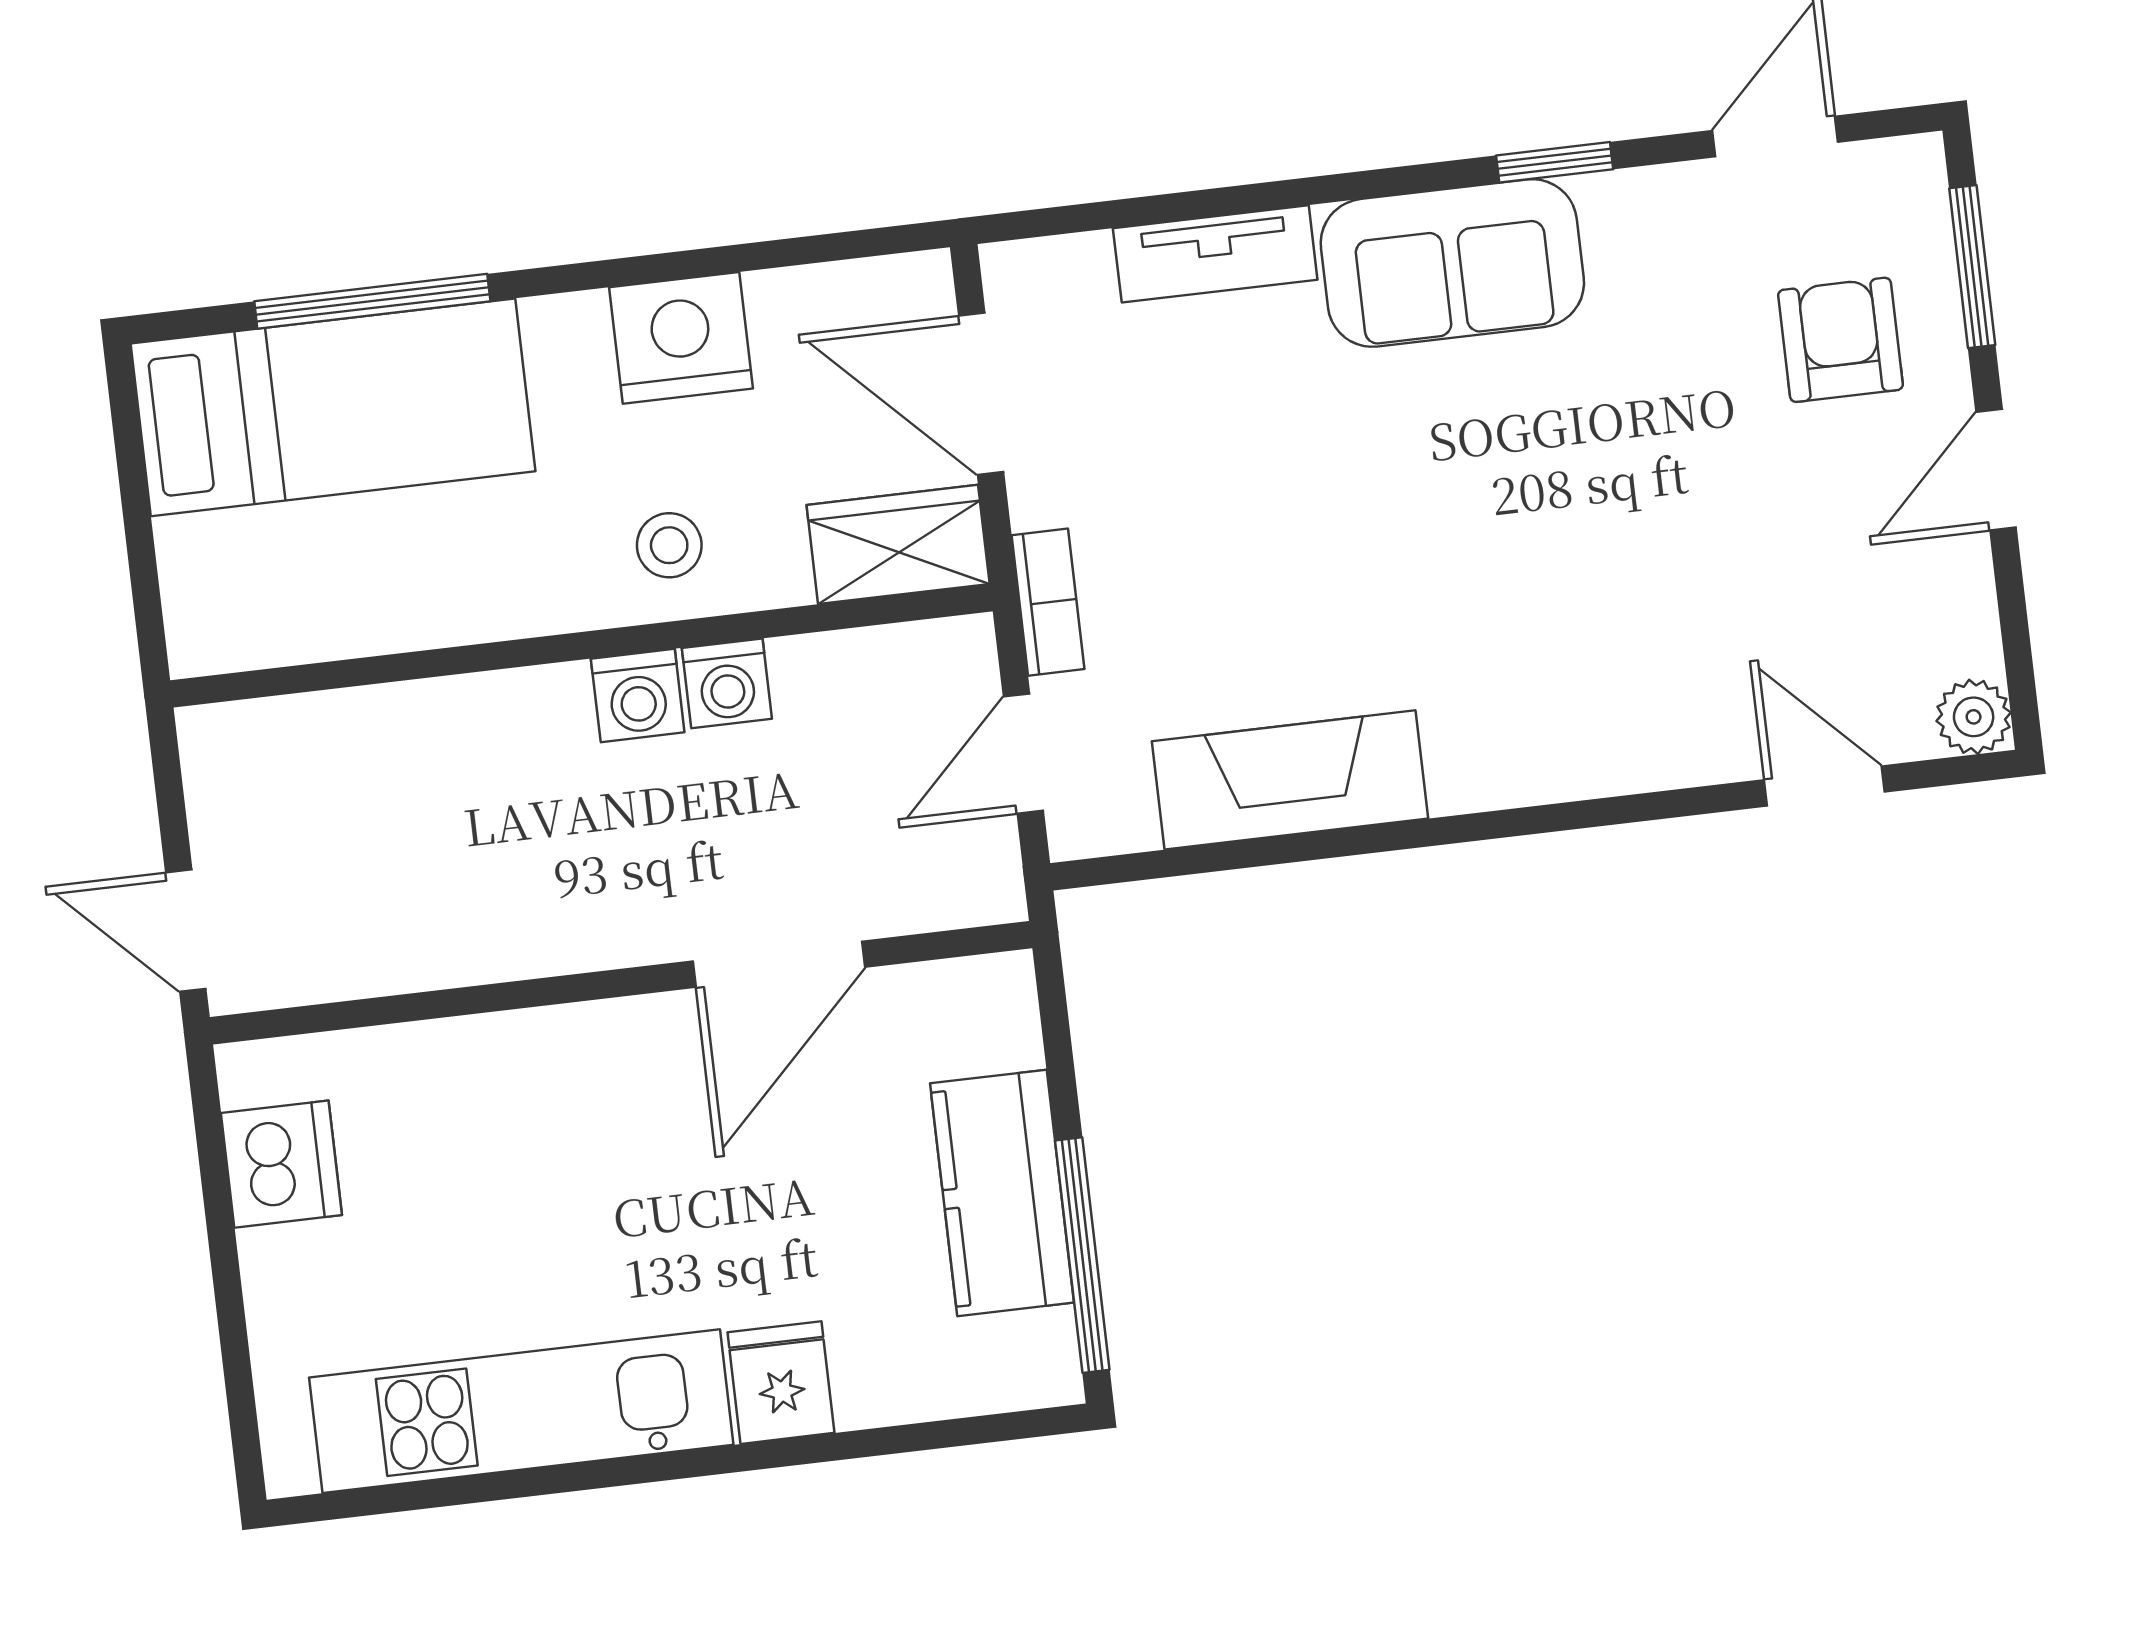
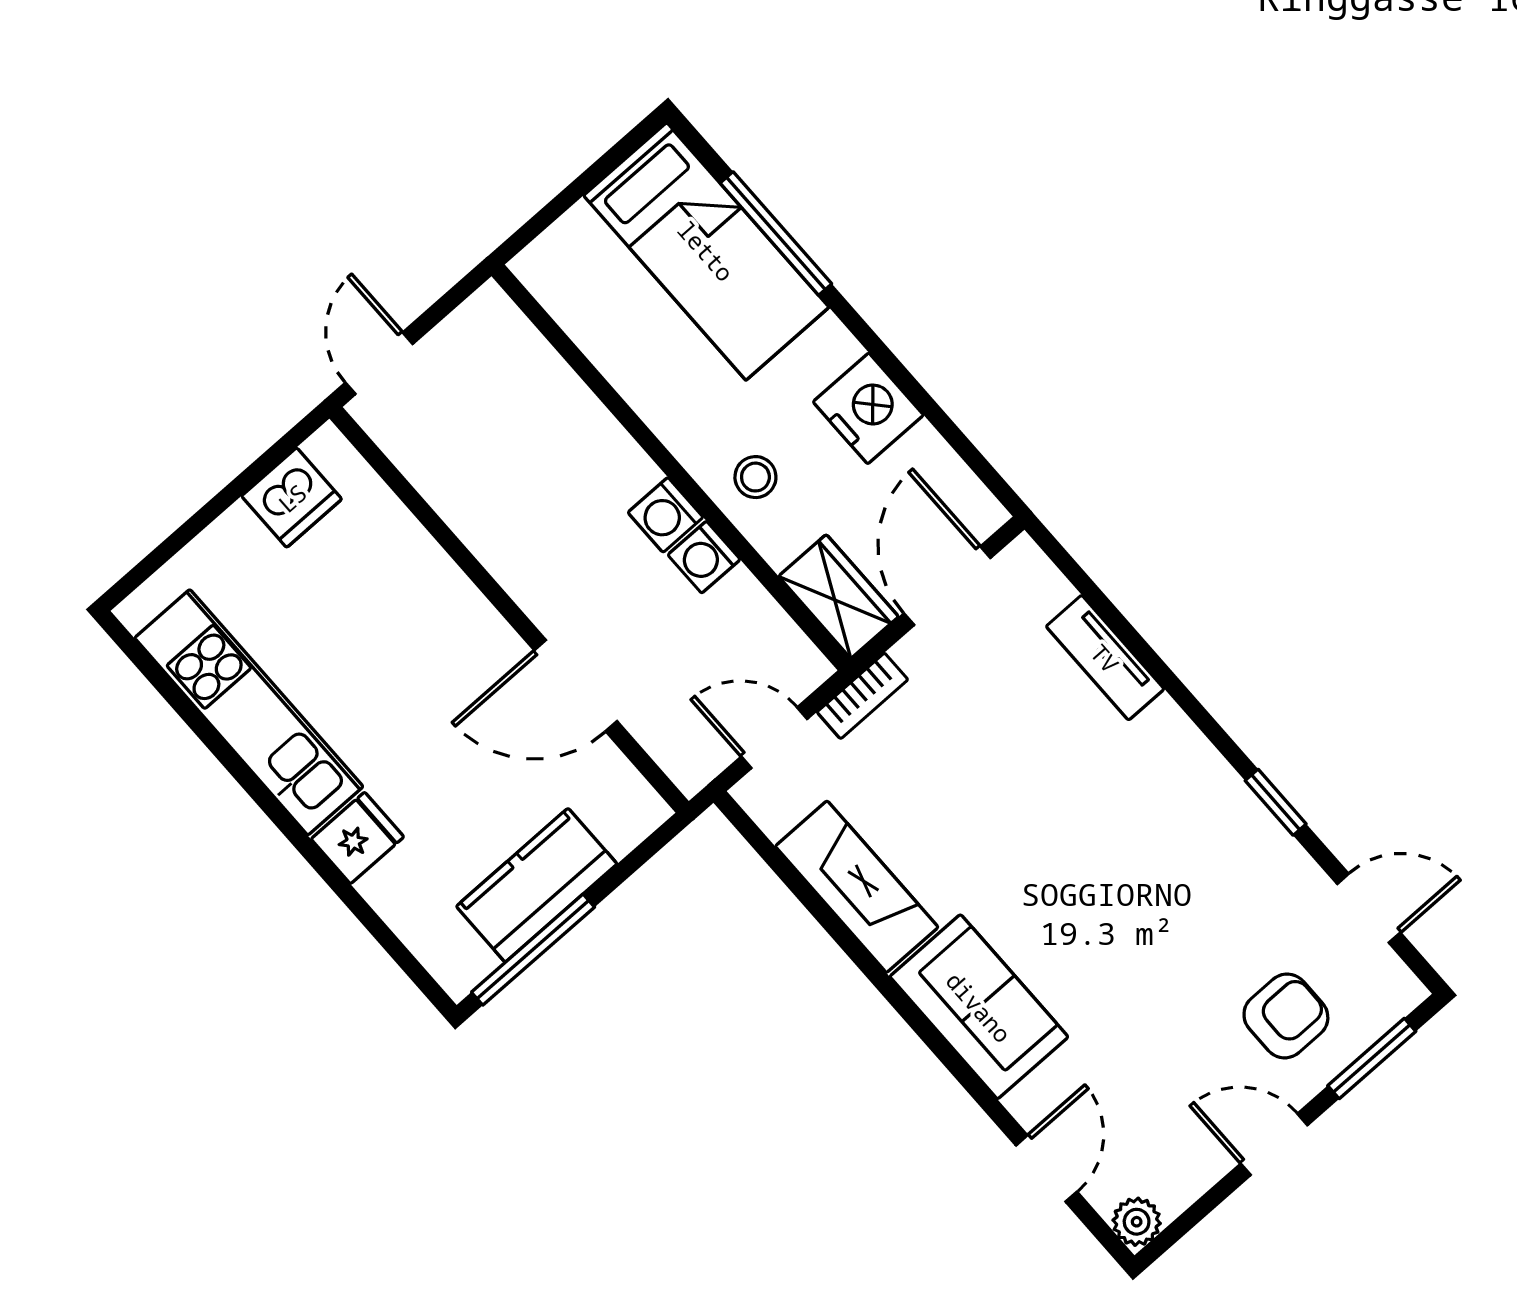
sofa: (1452, 263) -> (979, 1007), moved, turned 180

